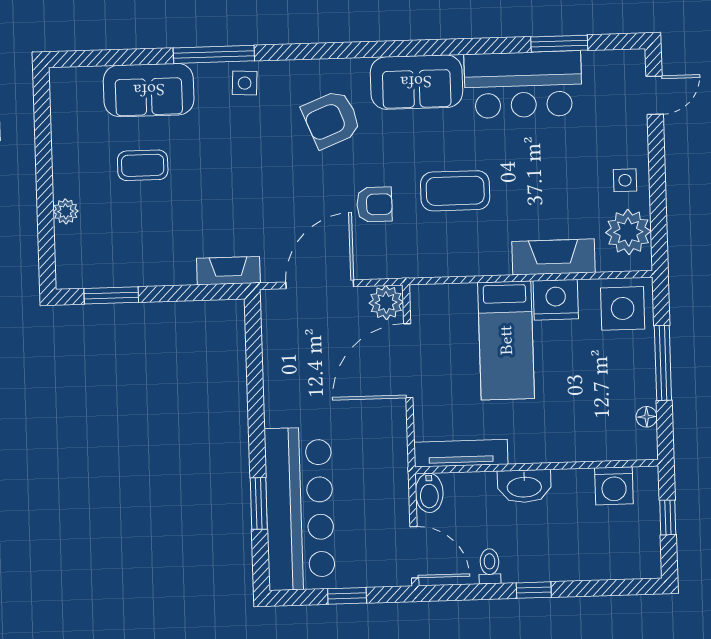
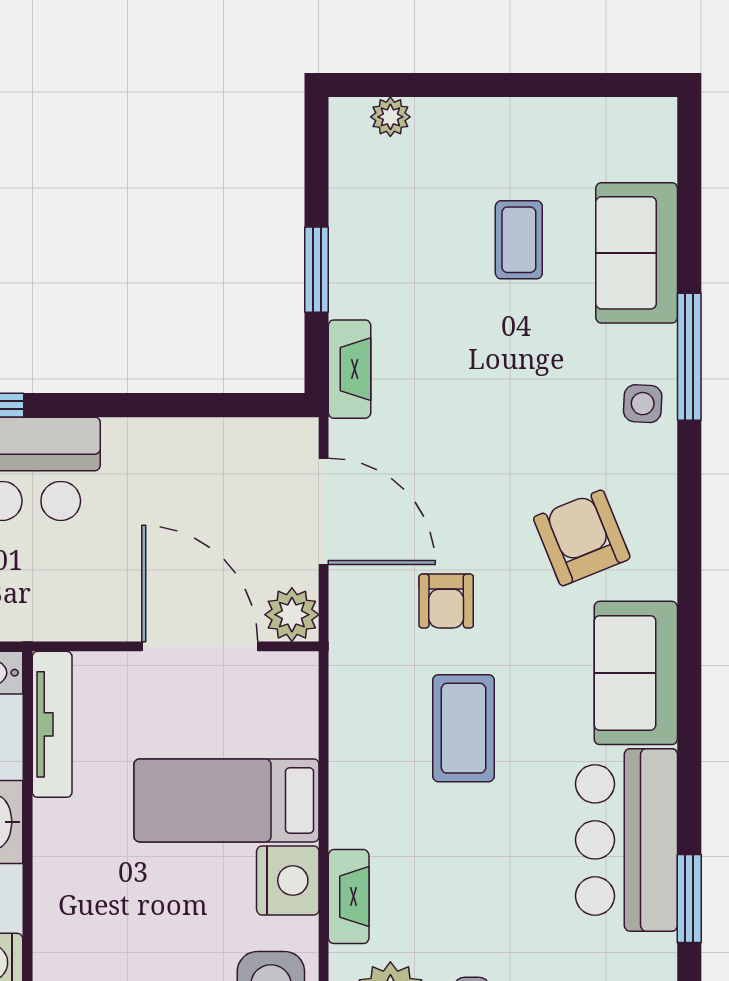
plant: (66, 211) -> (390, 117), moved
fireplace: (554, 257) -> (349, 897), width x0.73, depth x0.76
window: (111, 295) -> (317, 270), moved

